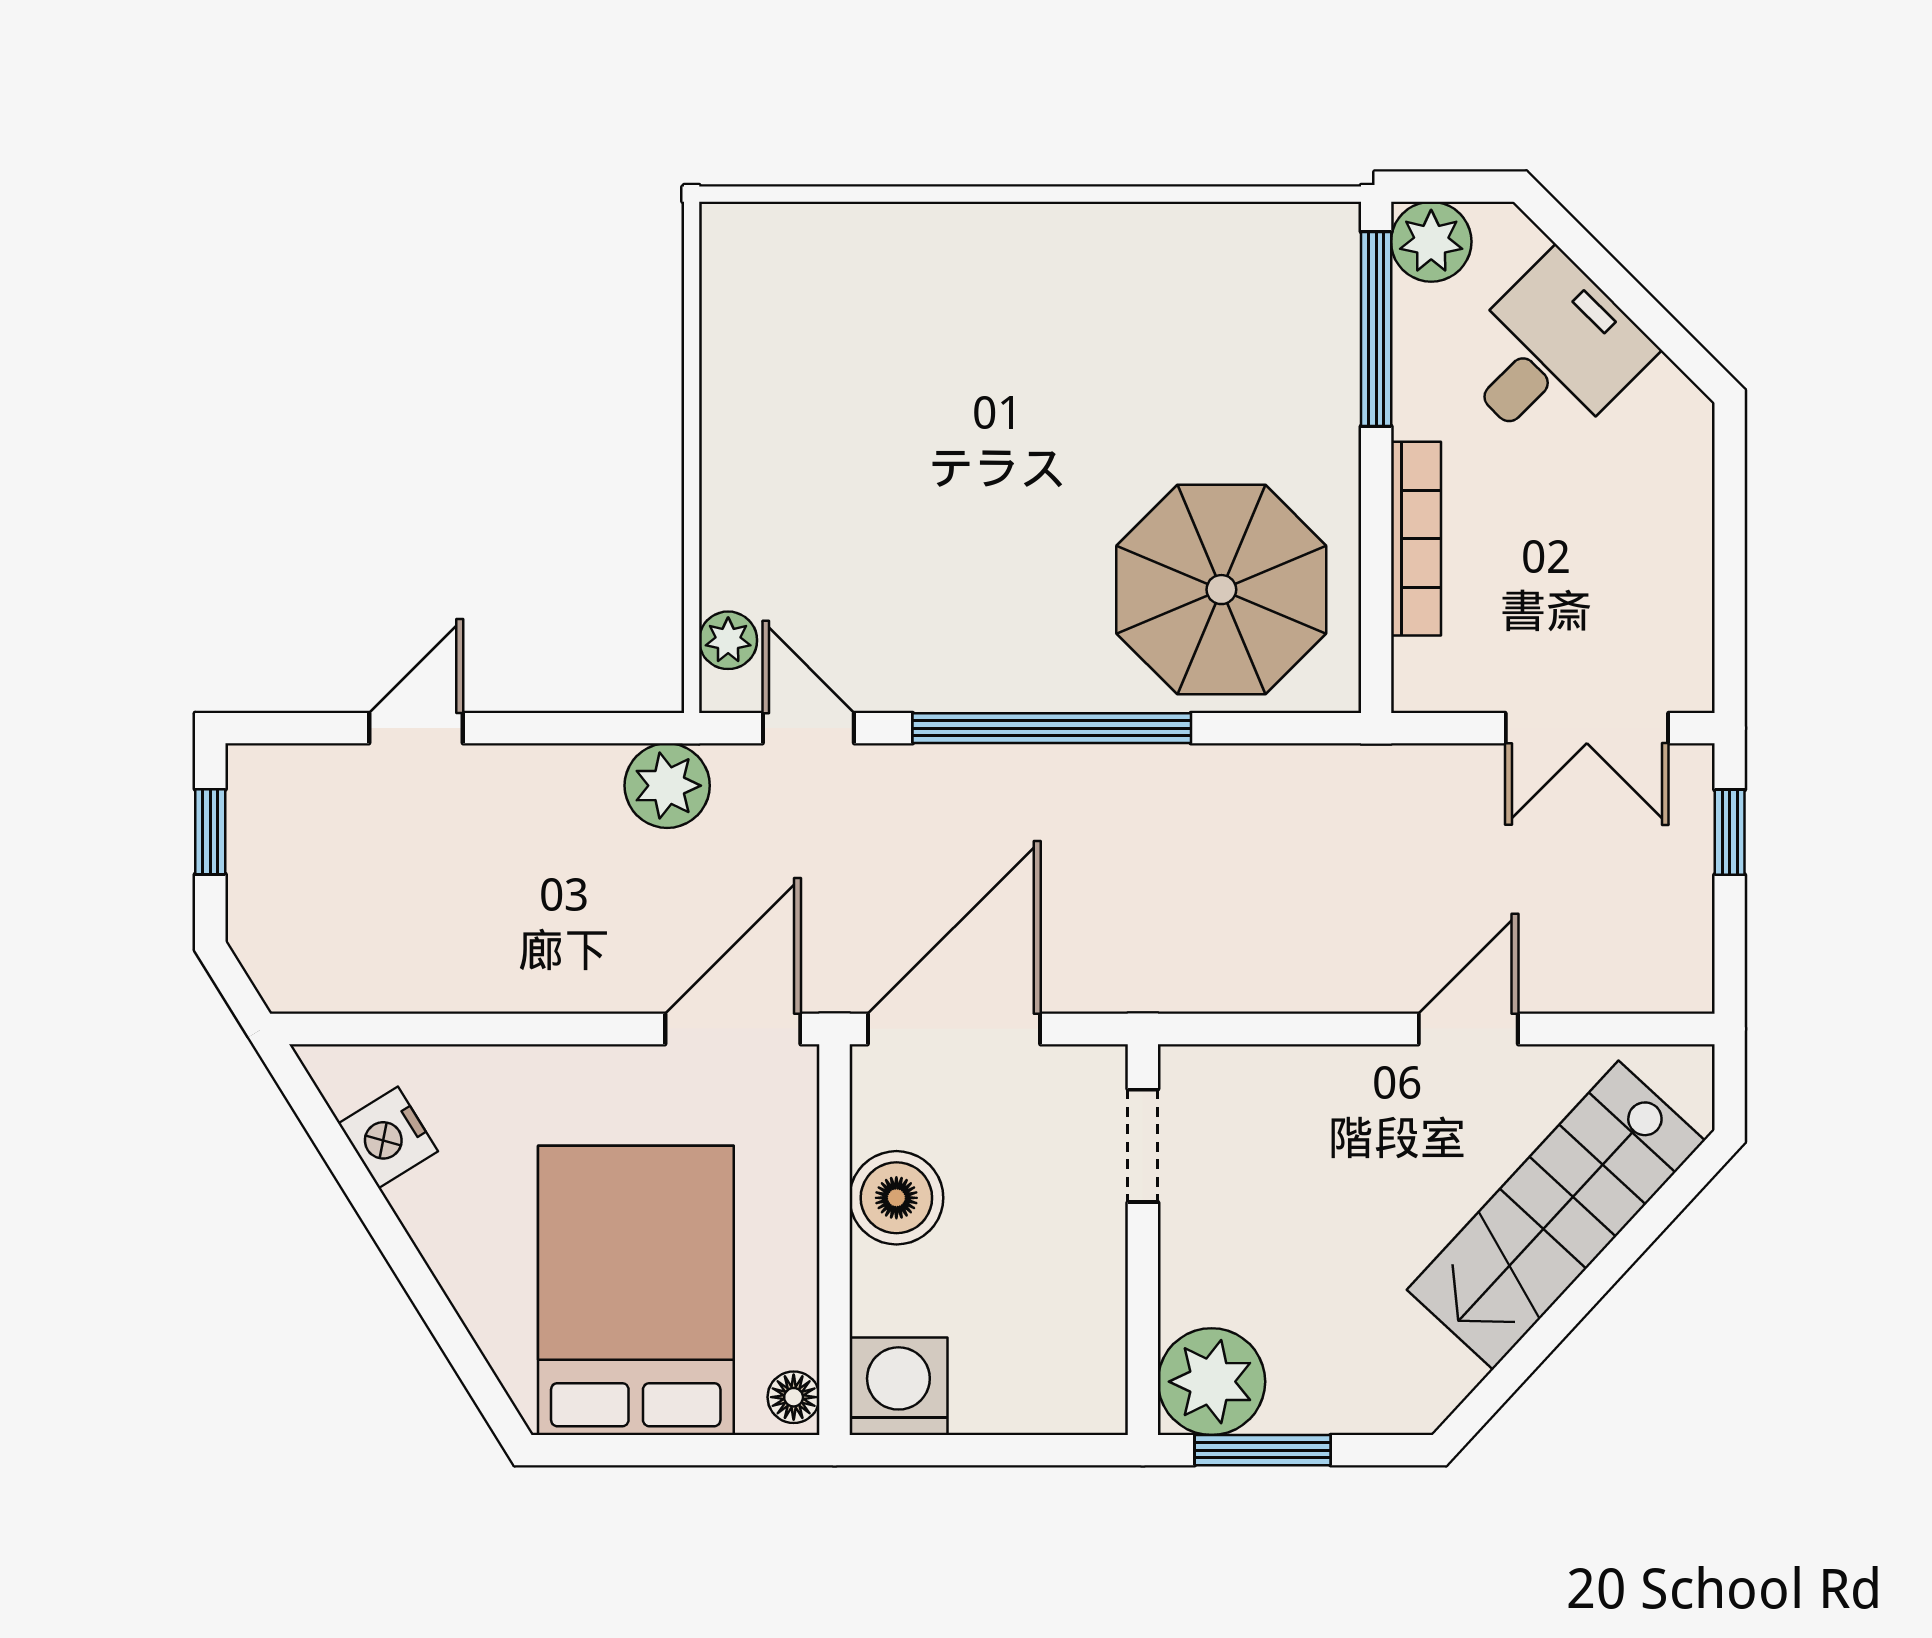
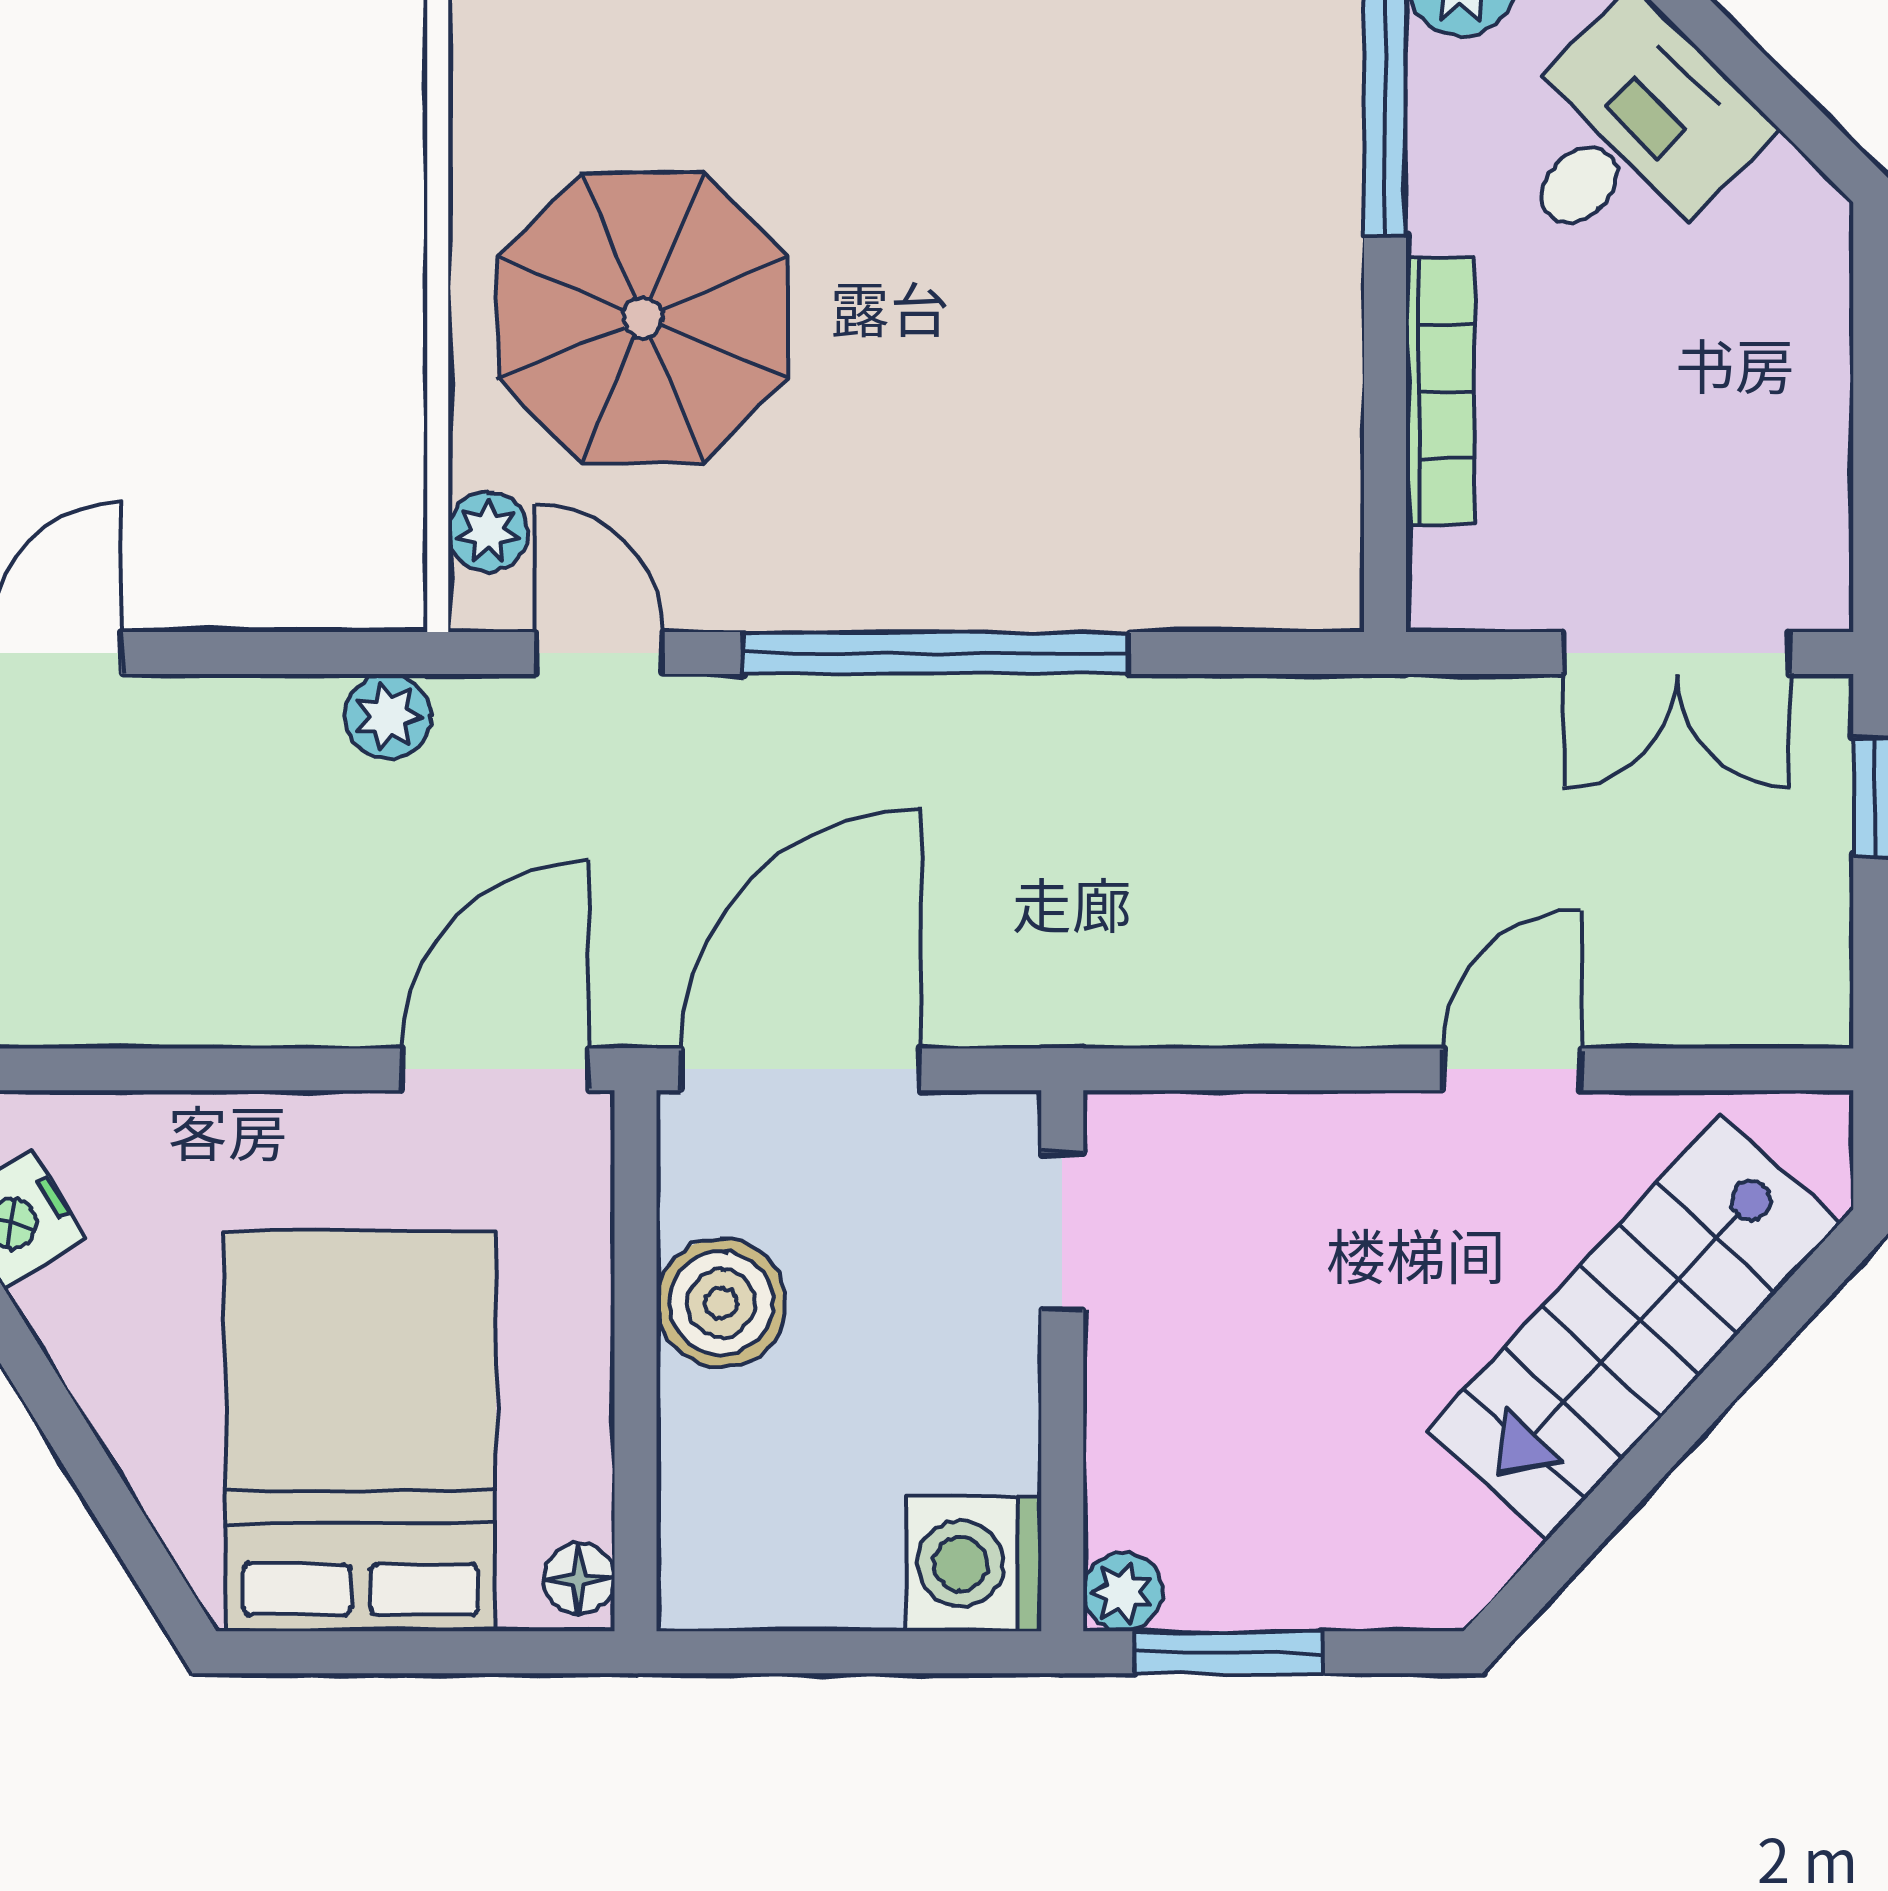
parasol: (1221, 590) -> (642, 317), moved
plant: (667, 786) -> (388, 717), width x0.73, depth x0.73
plant: (1212, 1382) -> (1123, 1592), width x0.53, depth x0.53
washing machine: (898, 1386) -> (974, 1564), moved, turned -90

